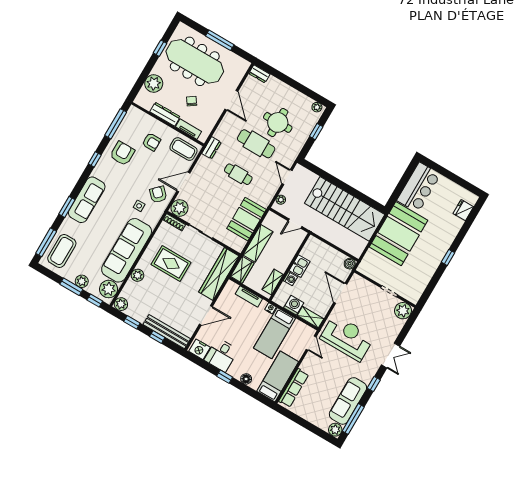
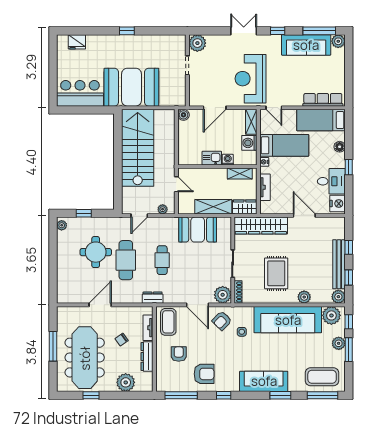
dresser: (259, 74) -> (62, 294), removed
armchair: (122, 153) -> (204, 374), turned 180
bench: (167, 332) -> (339, 264), moved
door: (311, 343) -> (274, 108), swing flipped

